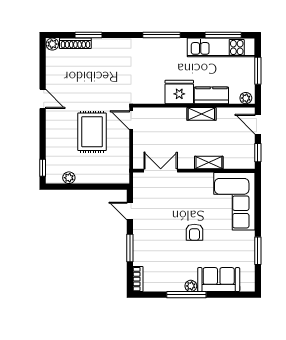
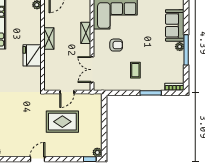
kitchen counter: (211, 95) -> (35, 31), removed
door: (131, 120) -> (67, 92), moved
plant: (69, 178) -> (97, 152), moved
door: (130, 211) -> (123, 93), removed
coffee table: (160, 228) -> (135, 70), added
armchair: (194, 232) -> (116, 45), moved

